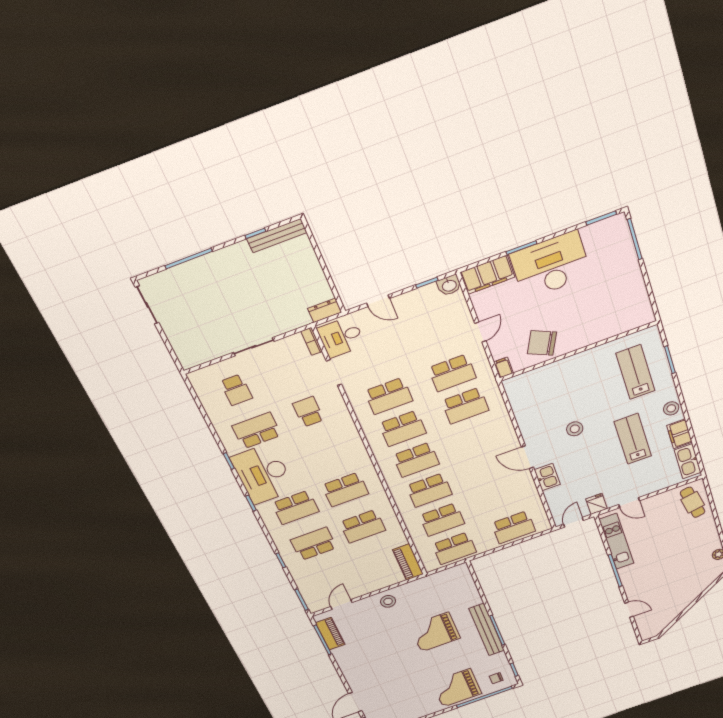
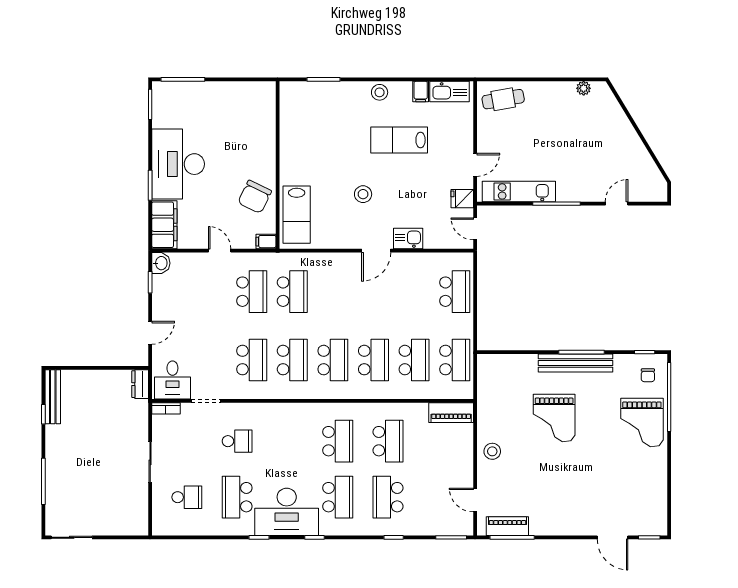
lab bench: (635, 372) -> (297, 215), moved, turned -90
school desk: (308, 412) -> (237, 441), turned 180
filing cabinet: (679, 434) -> (421, 92), width x0.50

